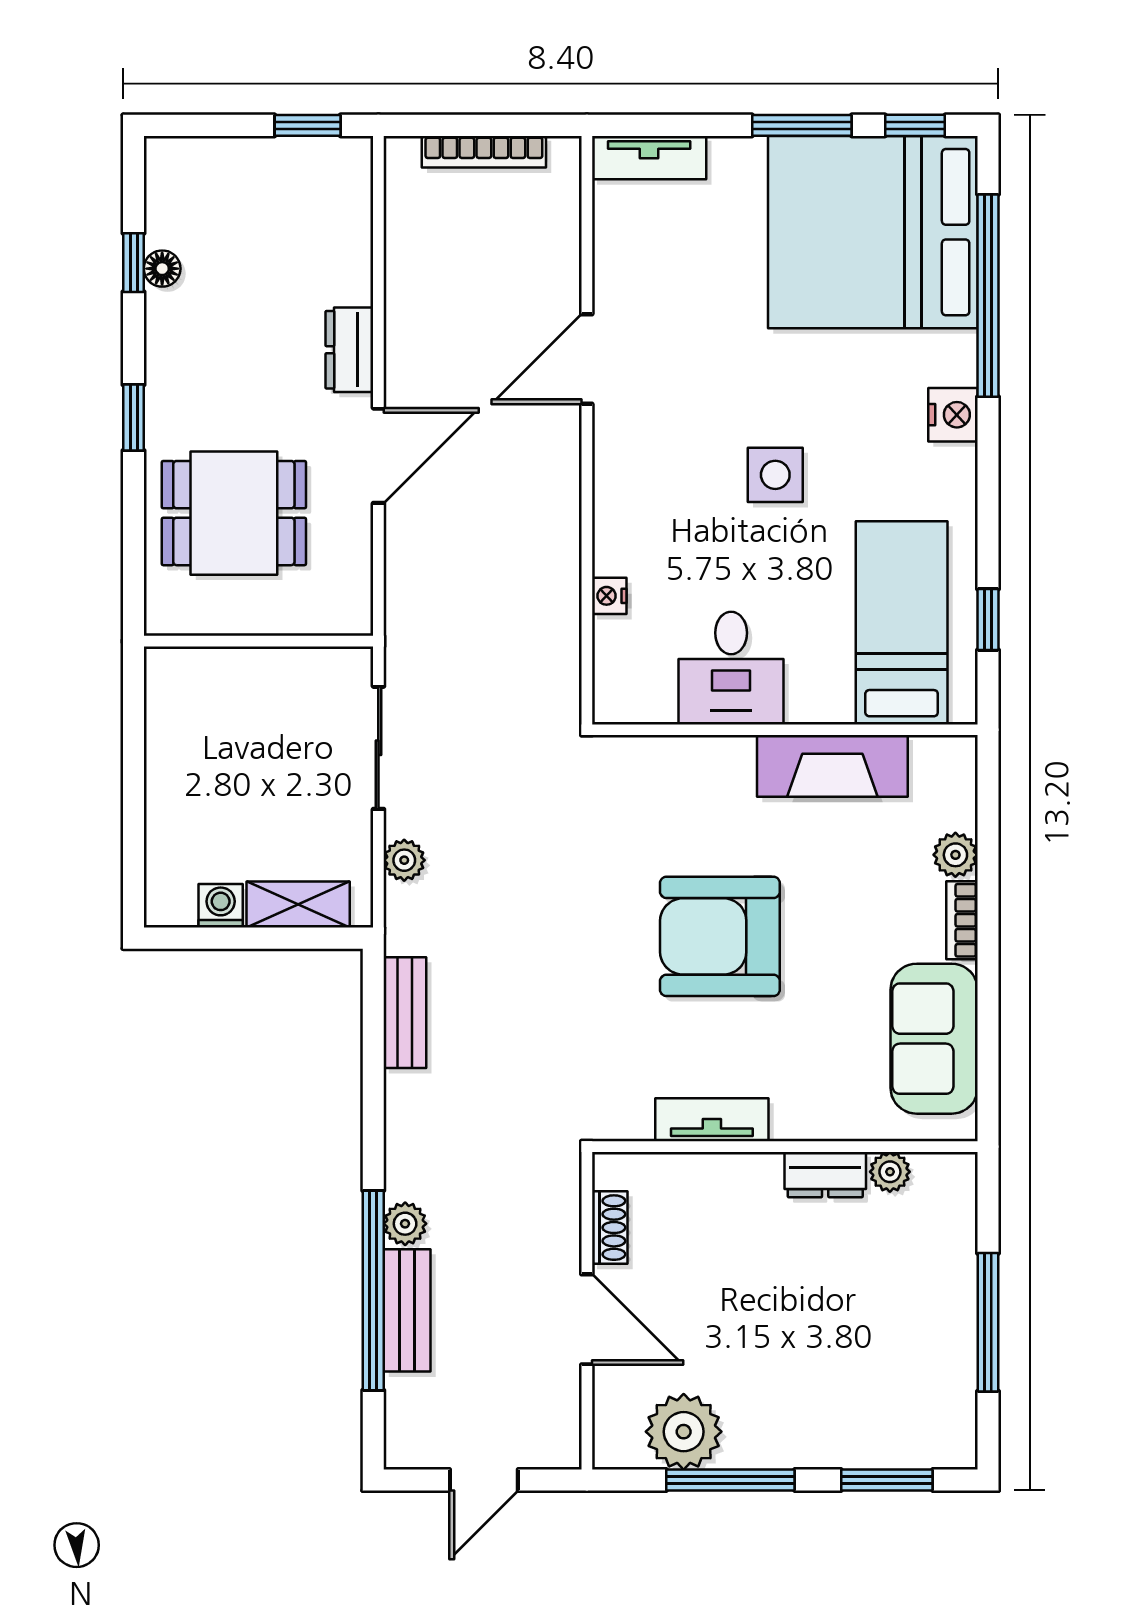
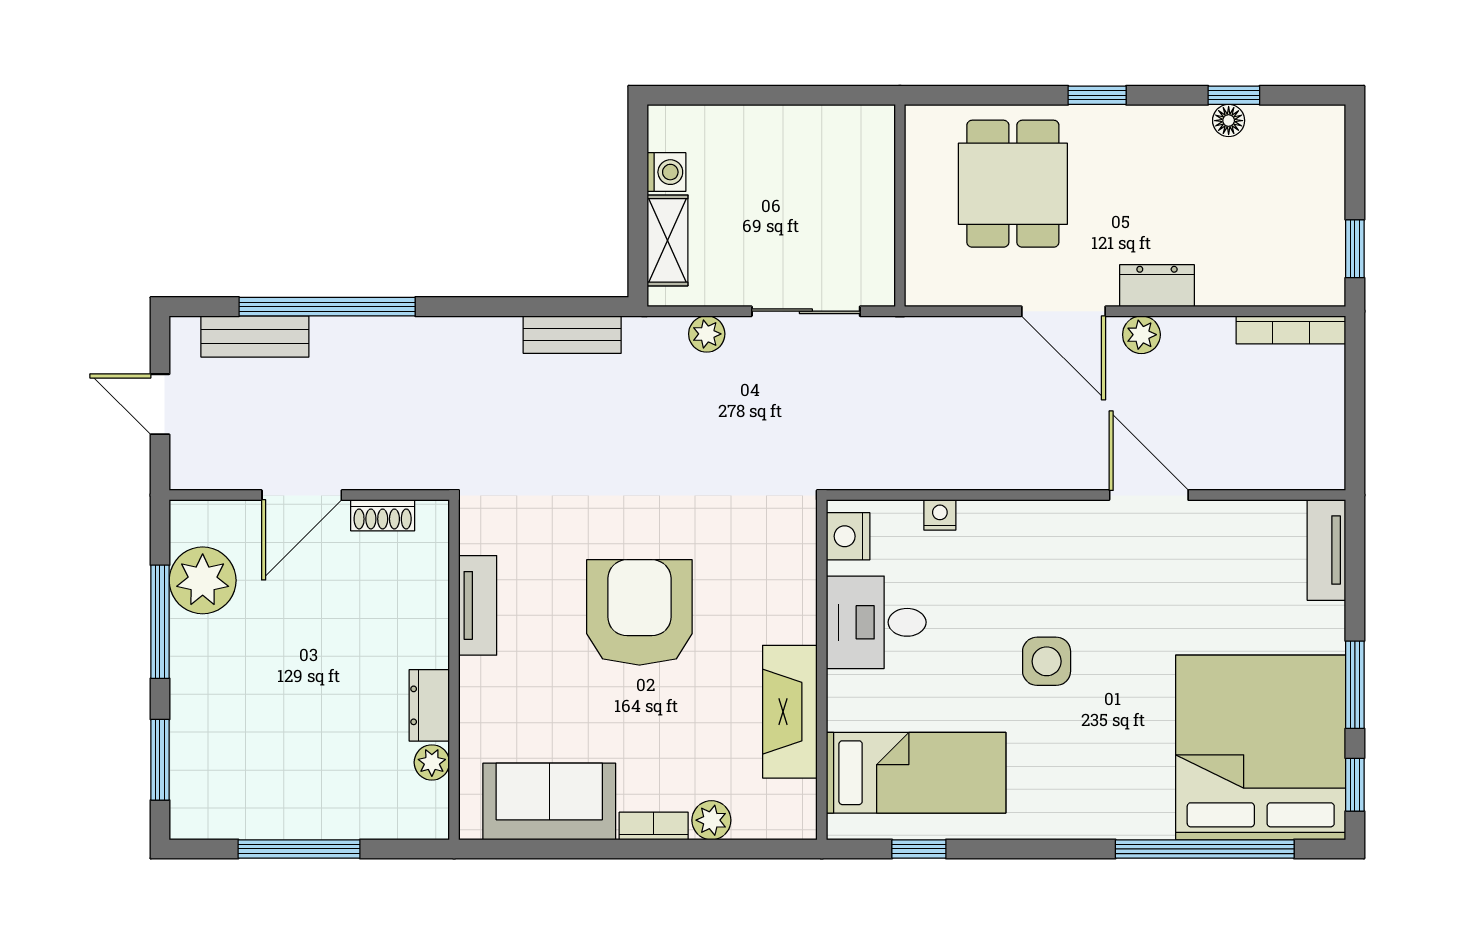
bookcase: (484, 152) -> (1291, 330), moved, turned -90
nightstand: (953, 415) -> (848, 536), moved, turned 90
plant: (405, 1224) -> (1141, 335), moved
bench: (407, 1310) -> (255, 336), moved

